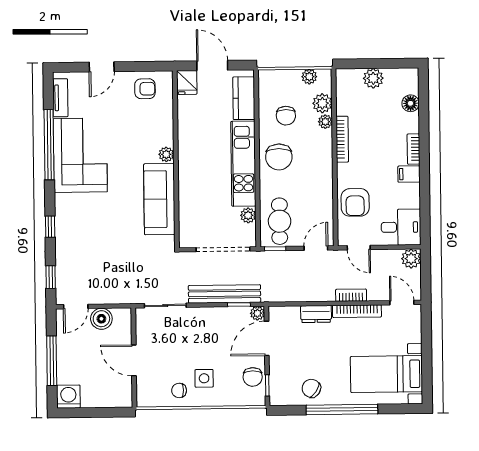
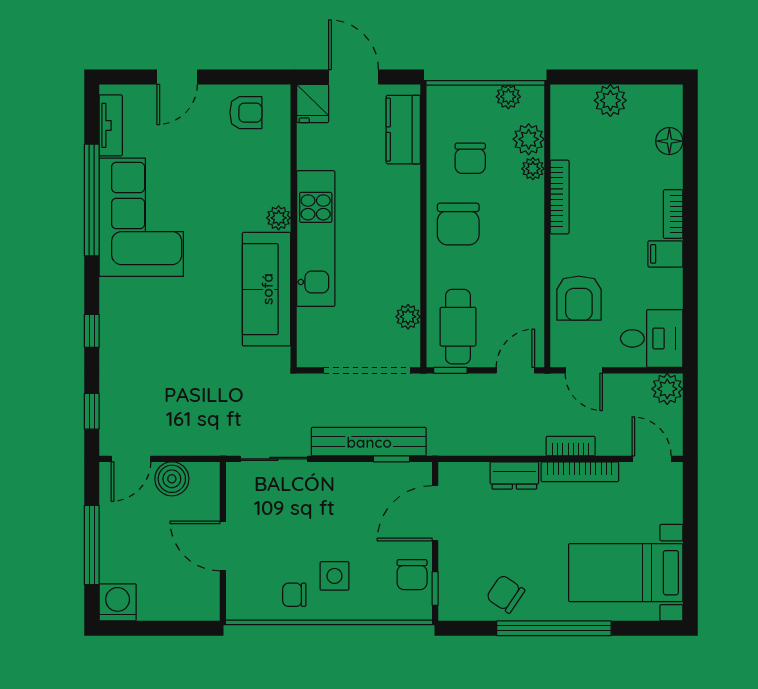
kitchen unit: (243, 164) -> (316, 239), moved, turned 180
plant: (257, 313) -> (421, 473), removed

